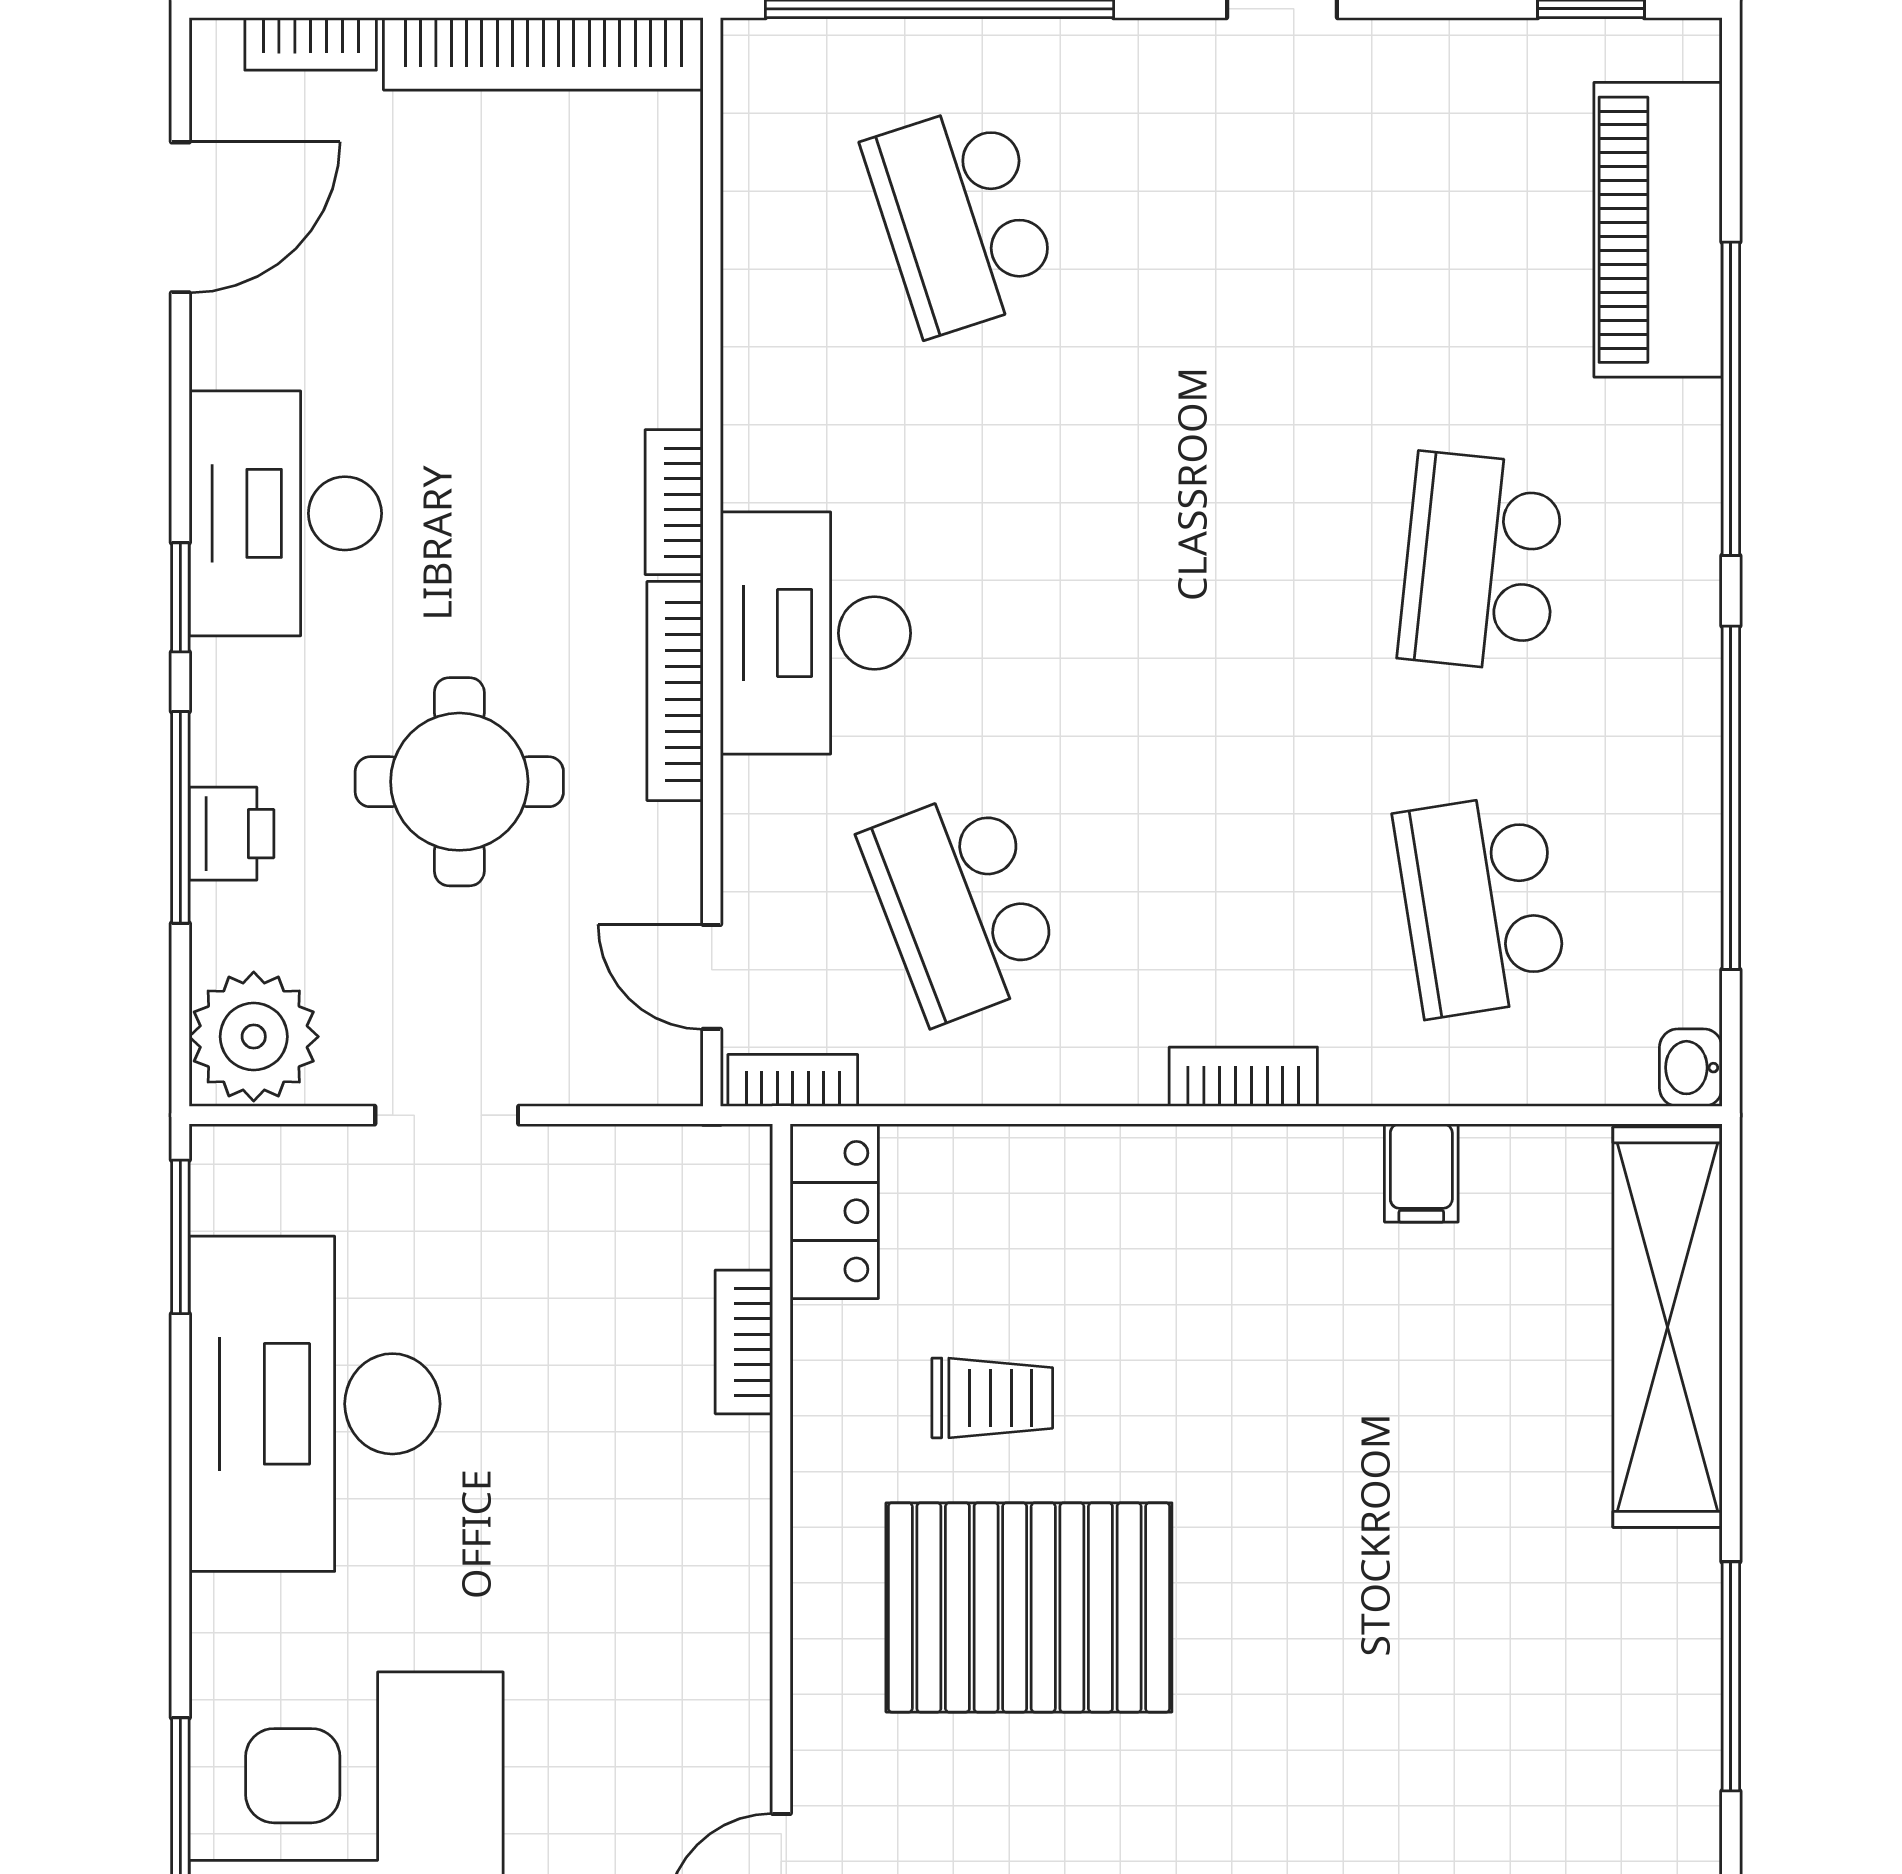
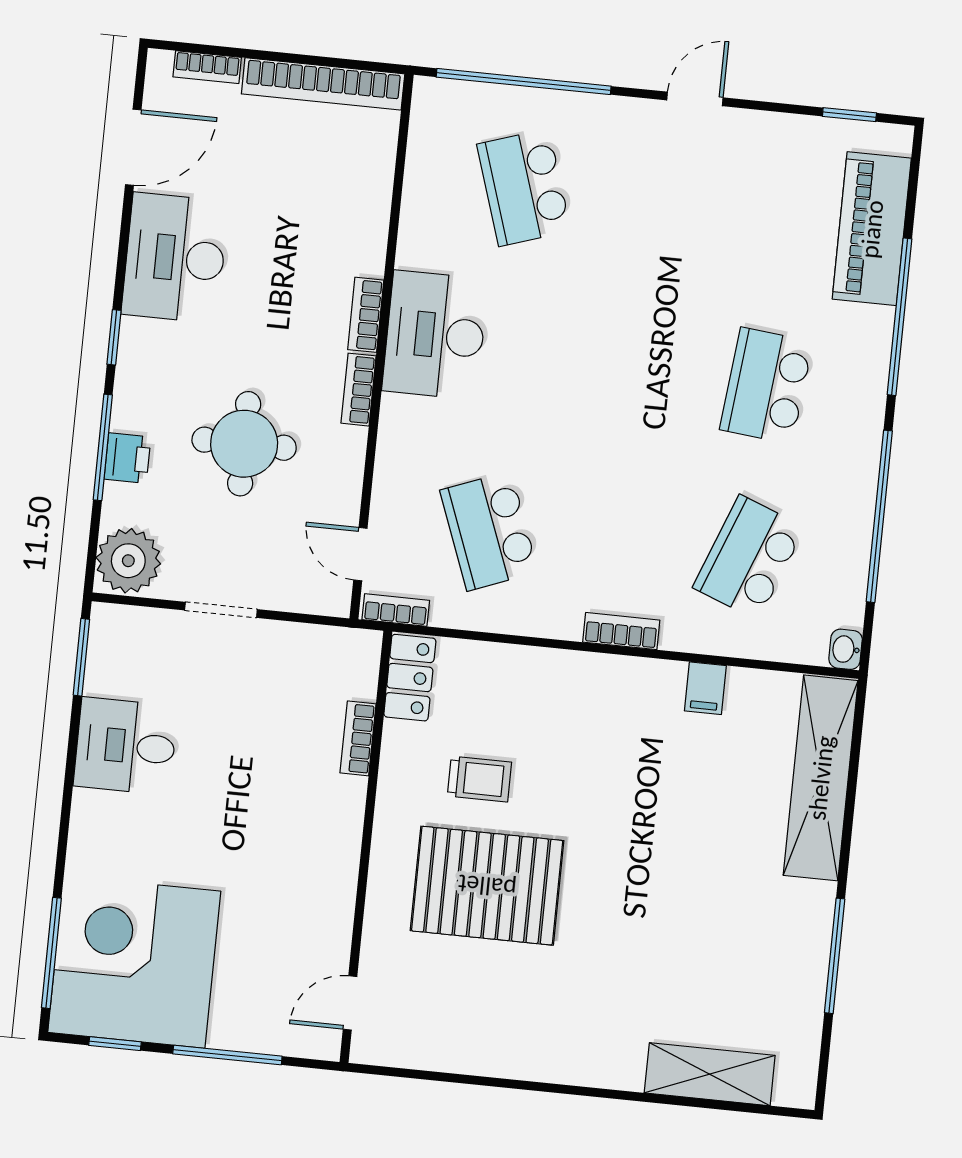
desk: (285, 513) -> (175, 258), moved
desk: (816, 633) -> (435, 335), moved
bookcase: (675, 691) -> (359, 390), width x0.64
school desk: (1481, 905) -> (749, 557), turned 30
desk: (315, 1404) -> (126, 746), width x0.53, depth x0.77

